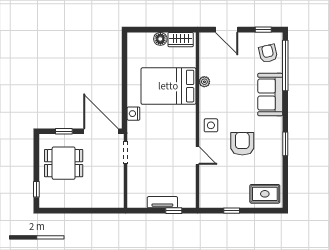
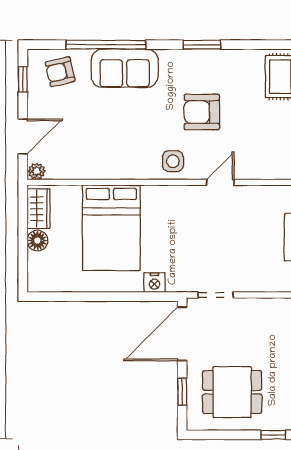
window: (285, 66) -> (106, 45), moved
plant: (204, 82) -> (37, 171), moved
dining table: (64, 163) -> (232, 392), turned 90

